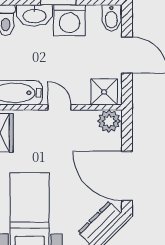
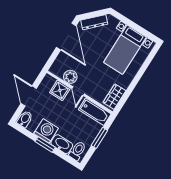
shower: (104, 92) -> (60, 90), moved
plant: (109, 121) -> (70, 77), moved

